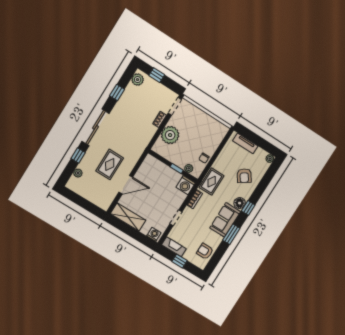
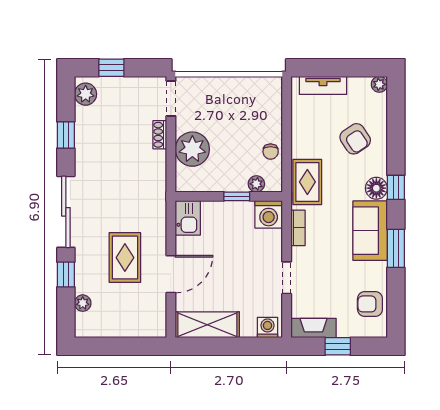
kitchen sink: (149, 164) -> (188, 218), added

